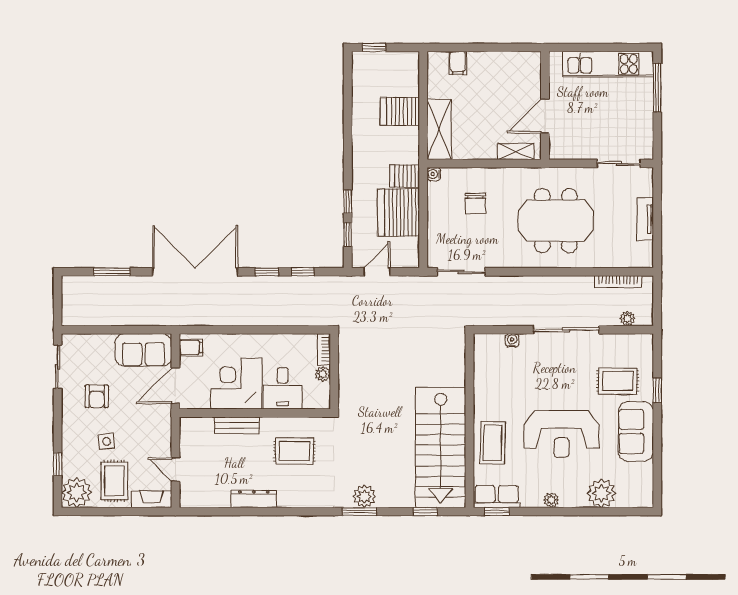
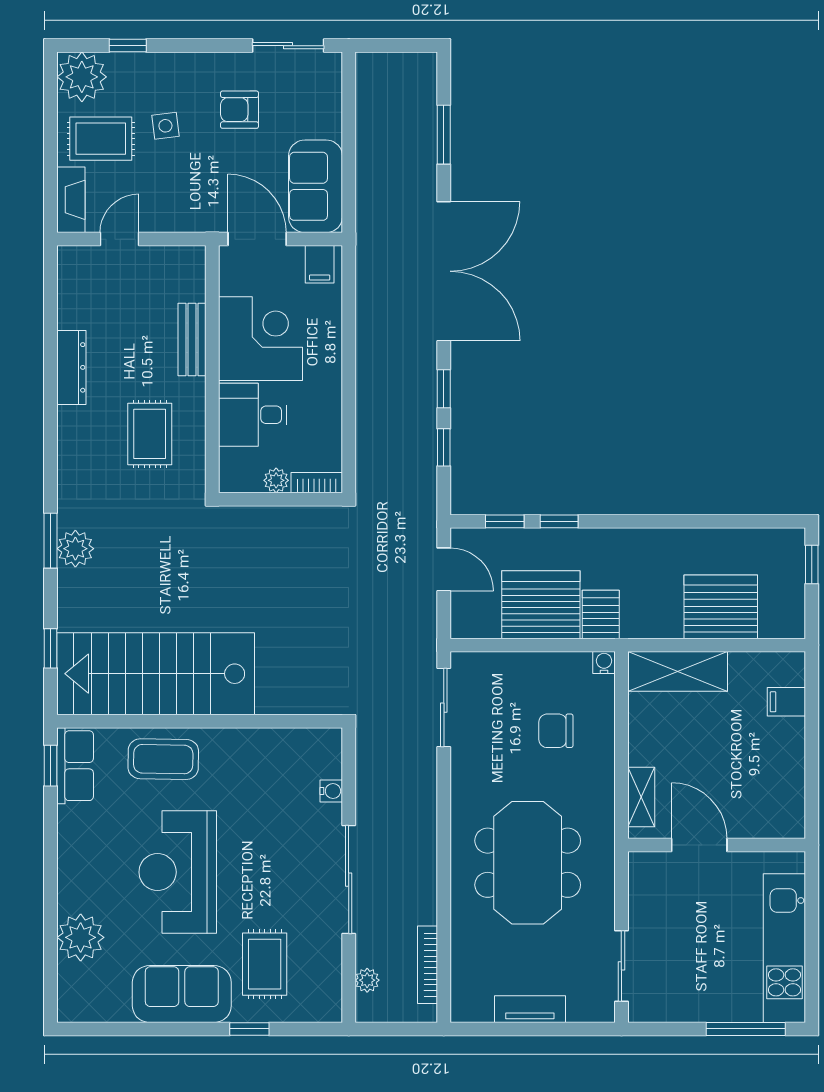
server rack: (400, 111) -> (721, 607), width x1.60
plant: (551, 500) -> (69, 855), removed

